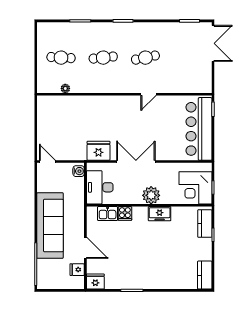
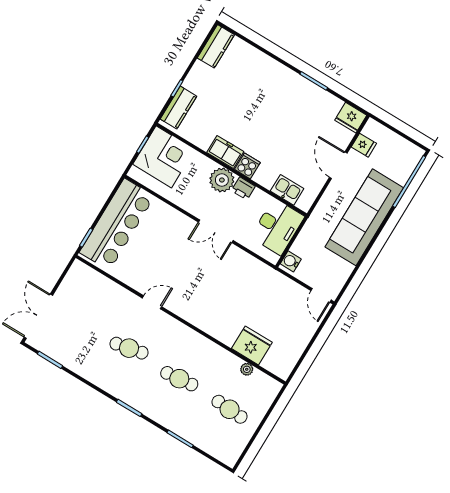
fridge: (99, 151) -> (252, 345), moved, turned 180
double door: (136, 162) -> (216, 231), width x0.73
printer: (135, 198) -> (243, 188), added
cooker: (125, 213) -> (247, 166), moved

